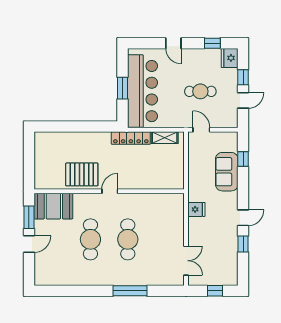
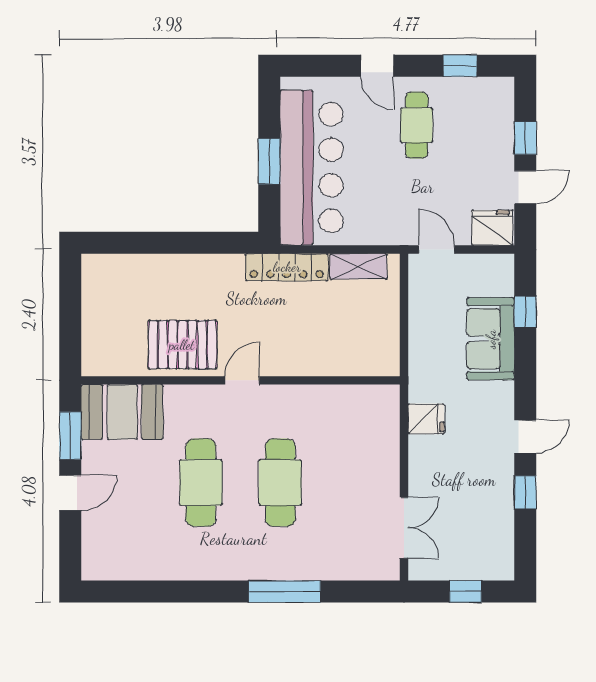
fridge: (230, 58) -> (492, 228), moved, turned 90
cafe table: (200, 91) -> (417, 125), moved, turned 90

